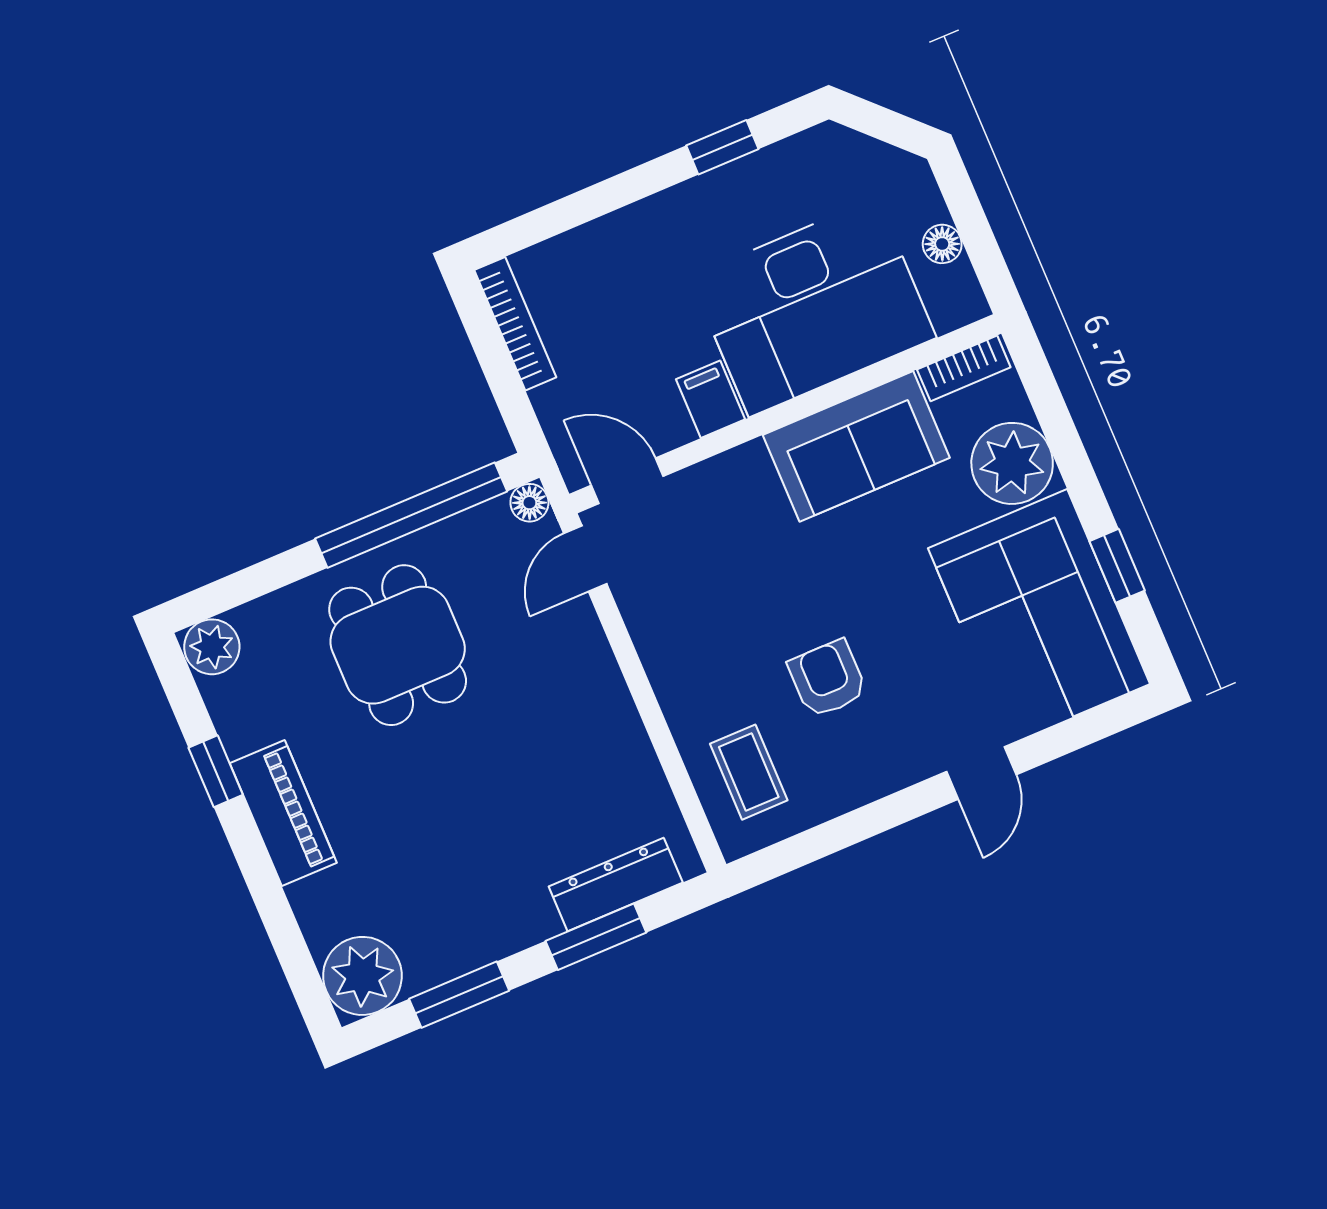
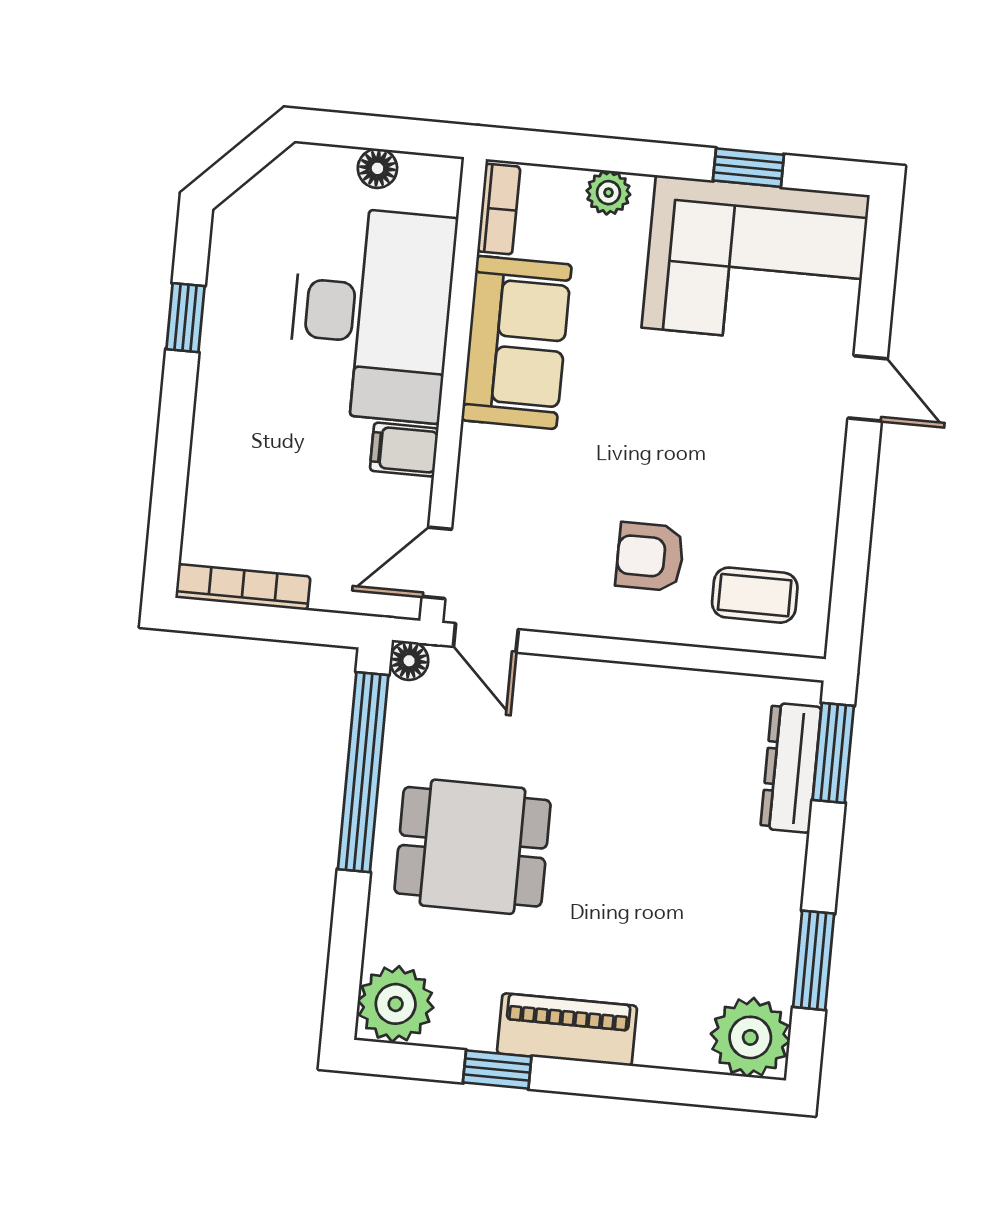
plant: (1012, 463) -> (608, 193), width x0.53, depth x0.53
plant: (212, 647) -> (396, 1004), width x1.36, depth x1.36
armchair: (827, 679) -> (650, 557), moved
window: (596, 937) -> (833, 753), moved

